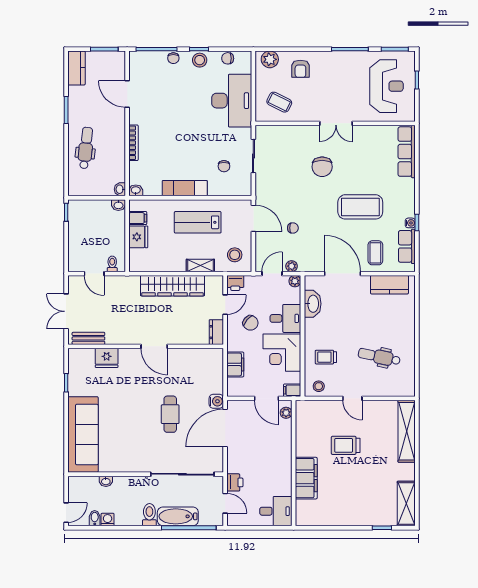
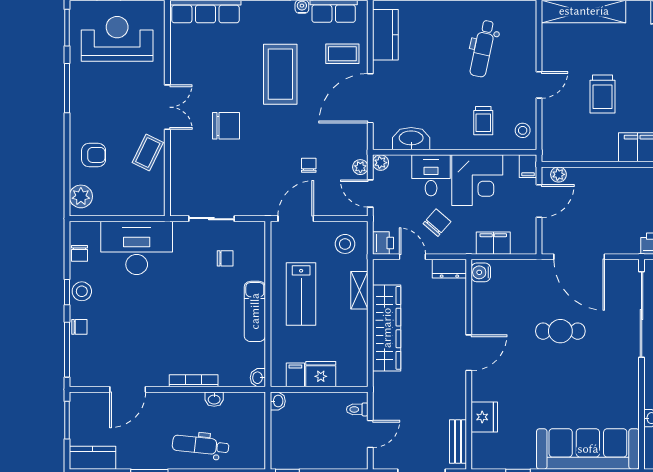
coffee table: (279, 102) -> (148, 153), moved
washbasin: (120, 189) -> (214, 399), moved
water cooler: (216, 401) -> (481, 272), moved, turned -90

